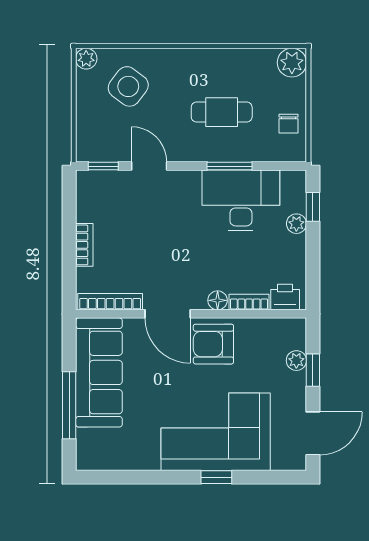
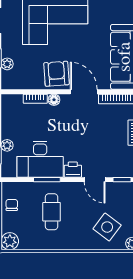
cafe table: (222, 112) -> (52, 212), turned 90
printer: (285, 297) -> (73, 170), moved, turned 180
armchair: (213, 344) -> (56, 74), turned -94

